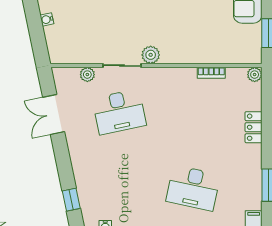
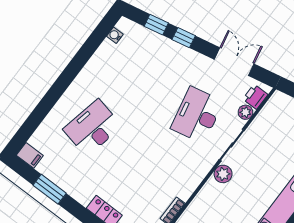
printer: (69, 76) -> (255, 97), added
window: (65, 170) -> (184, 38), added

